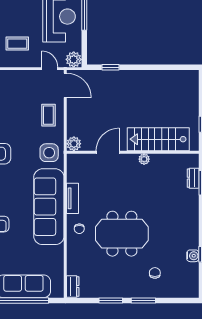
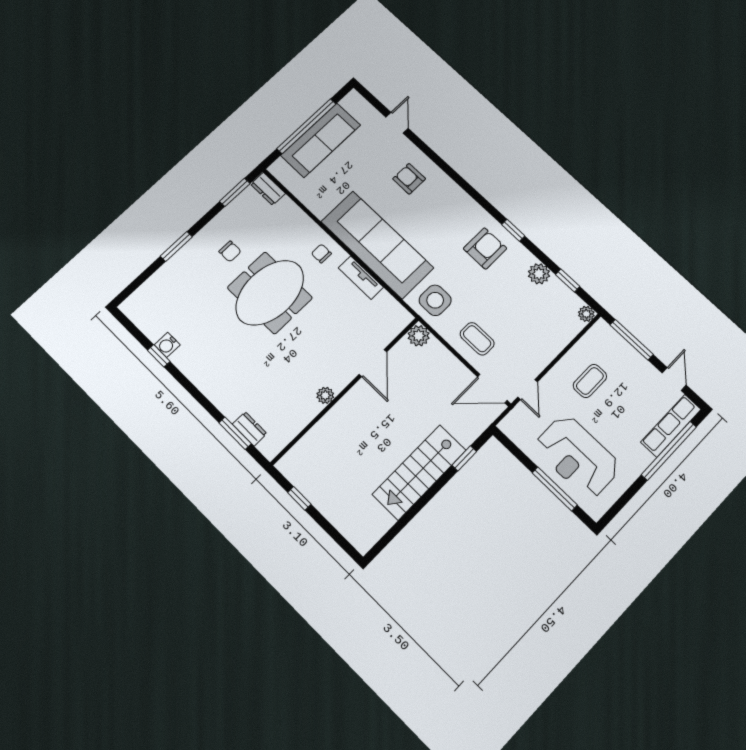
plant: (74, 59) -> (513, 426), removed
door: (50, 69) -> (528, 390), hinge flipped
stairs: (158, 139) -> (419, 472), moved, turned 180
chair: (155, 273) -> (230, 251), moved
window: (111, 300) -> (235, 192), moved

